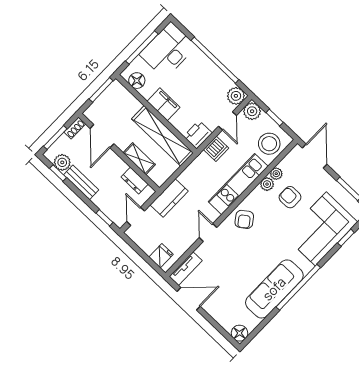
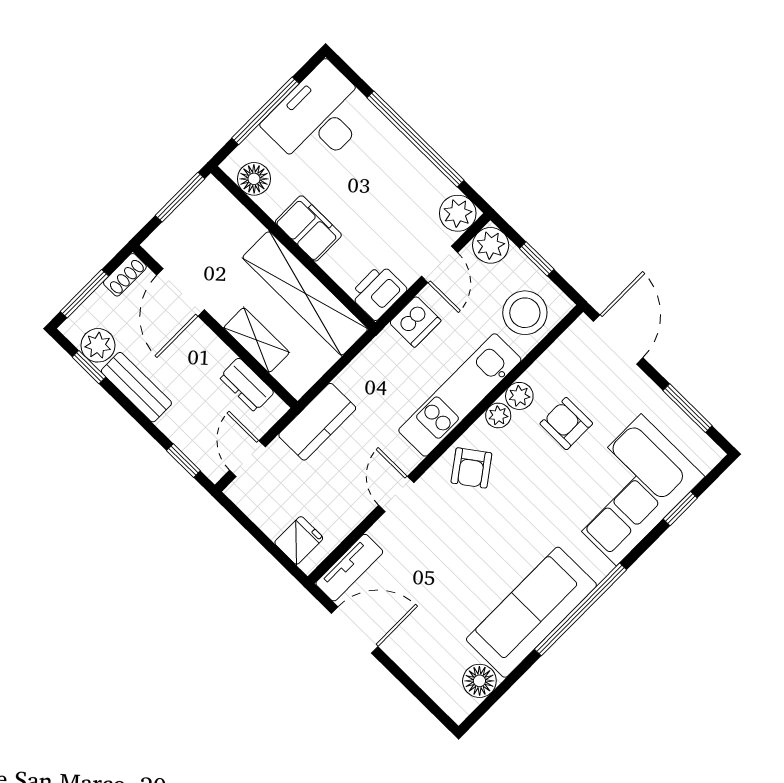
plant: (276, 174) -> (498, 415), moved
floor lamp: (240, 333) -> (479, 681), moved

